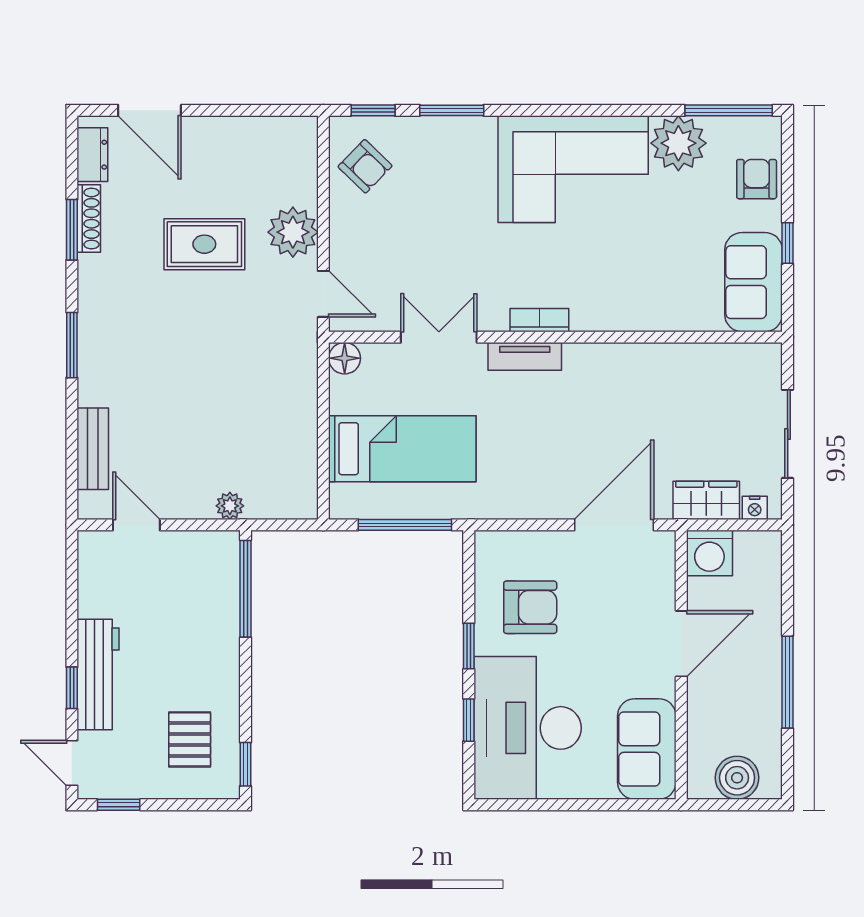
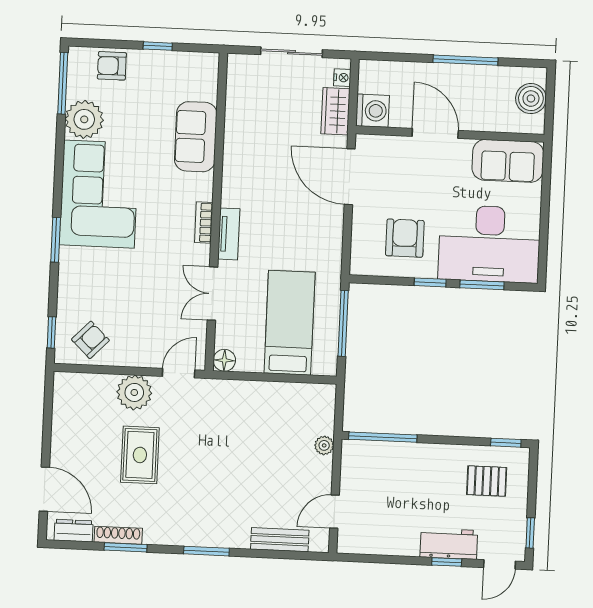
door: (150, 110) -> (44, 489), hinge flipped
window: (452, 110) -> (56, 240), moved
sofa: (754, 282) -> (196, 137), moved, turned 90
workbench: (98, 674) -> (449, 544), width x0.73
window: (469, 720) -> (482, 285), width x1.50

